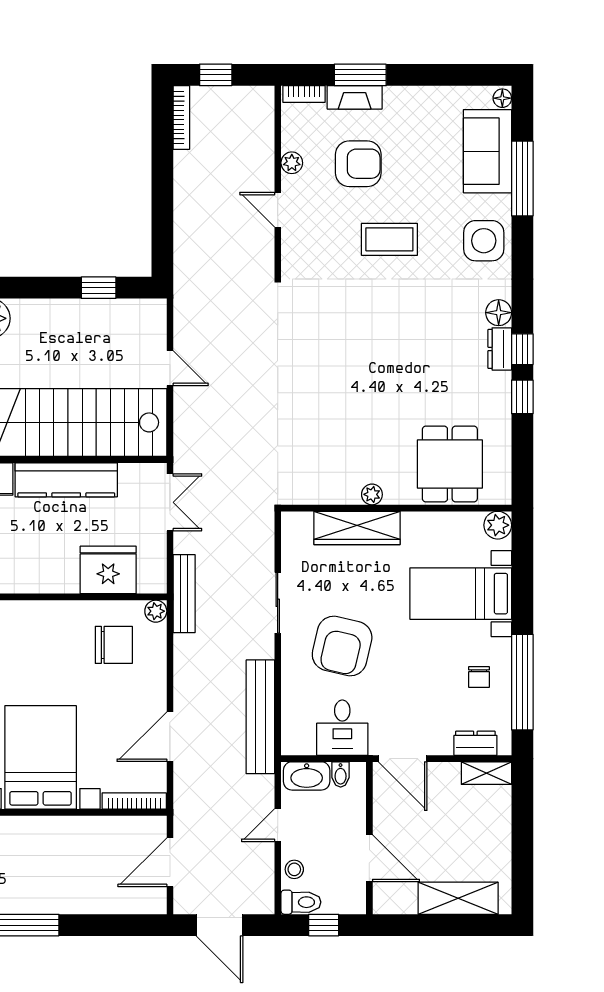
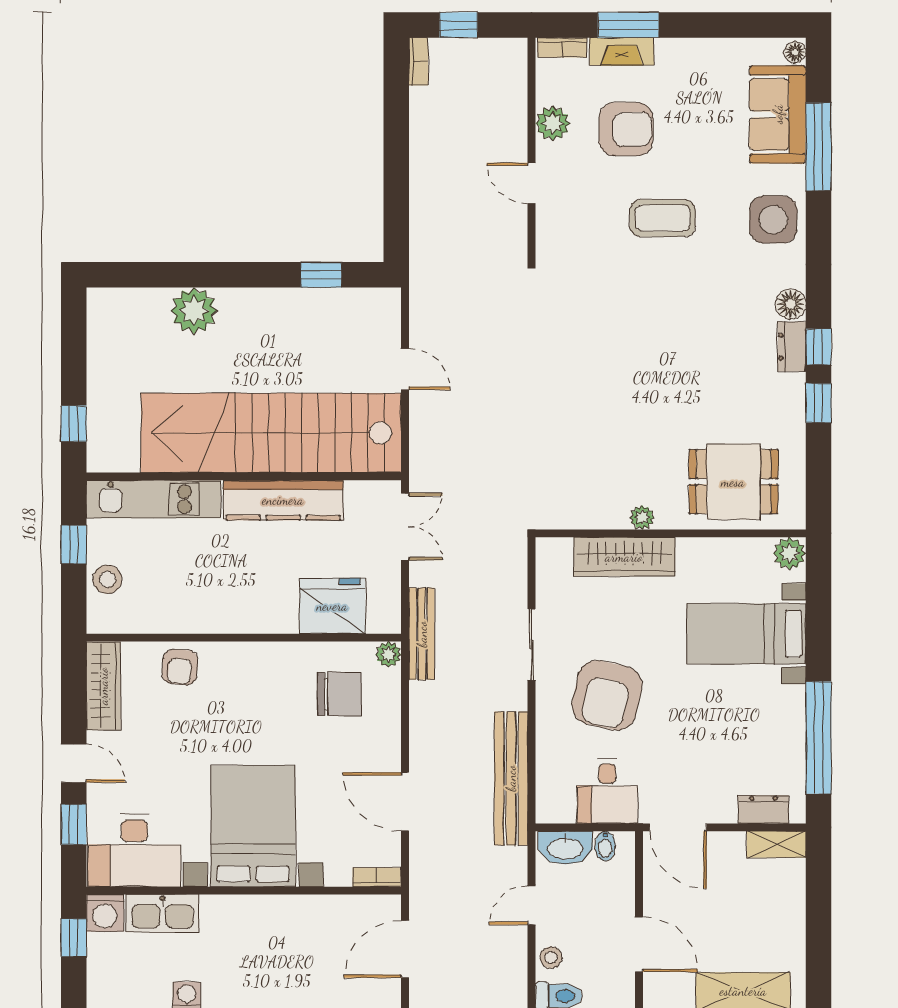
bookcase: (181, 118) -> (418, 62), width x0.64
plant: (292, 163) -> (553, 123), width x1.38, depth x1.38
dining table: (450, 464) -> (733, 482), turned 90
chair: (479, 677) -> (768, 732), removed
door: (170, 737) -> (405, 802), hinge flipped
bookcase: (134, 801) -> (377, 877), width x0.64

